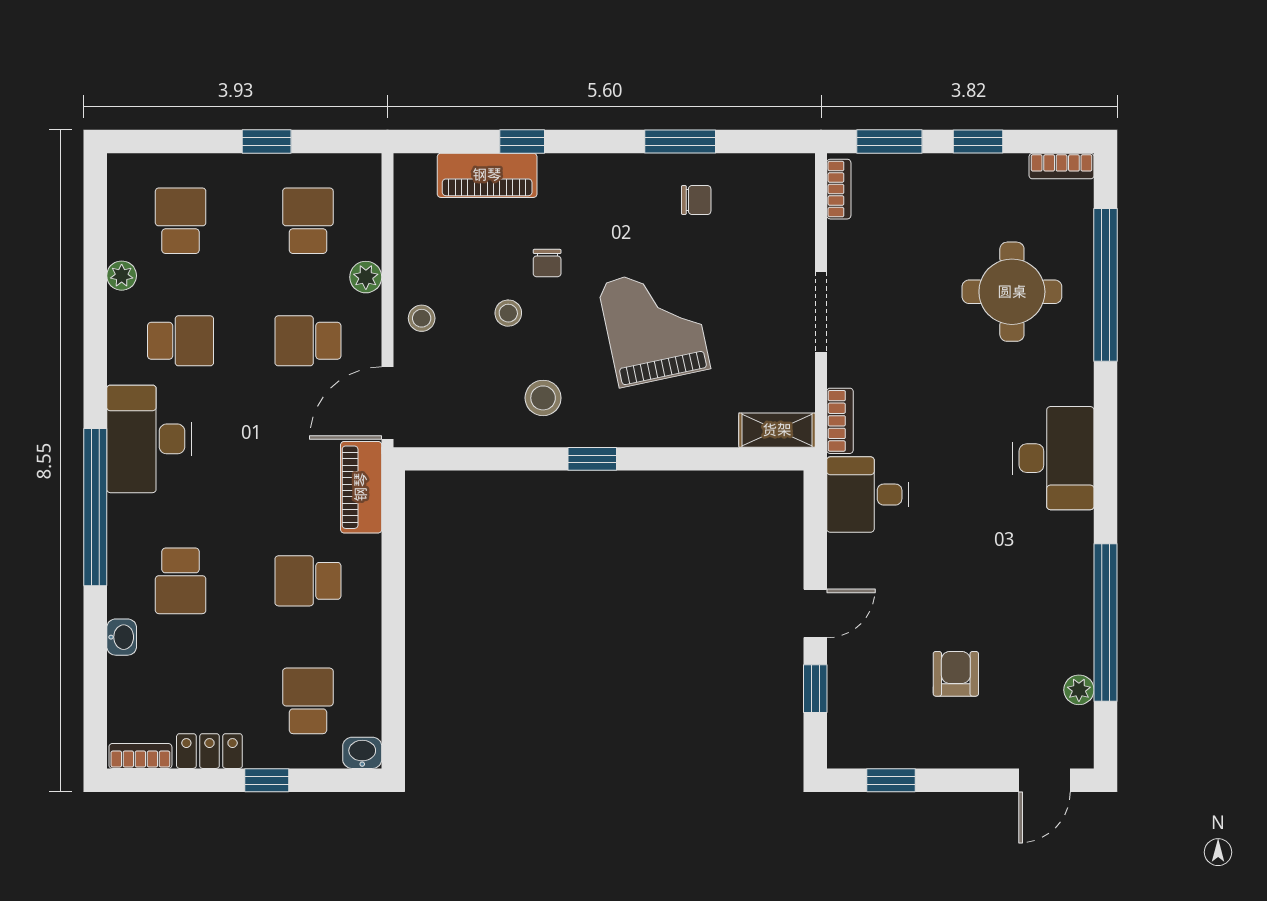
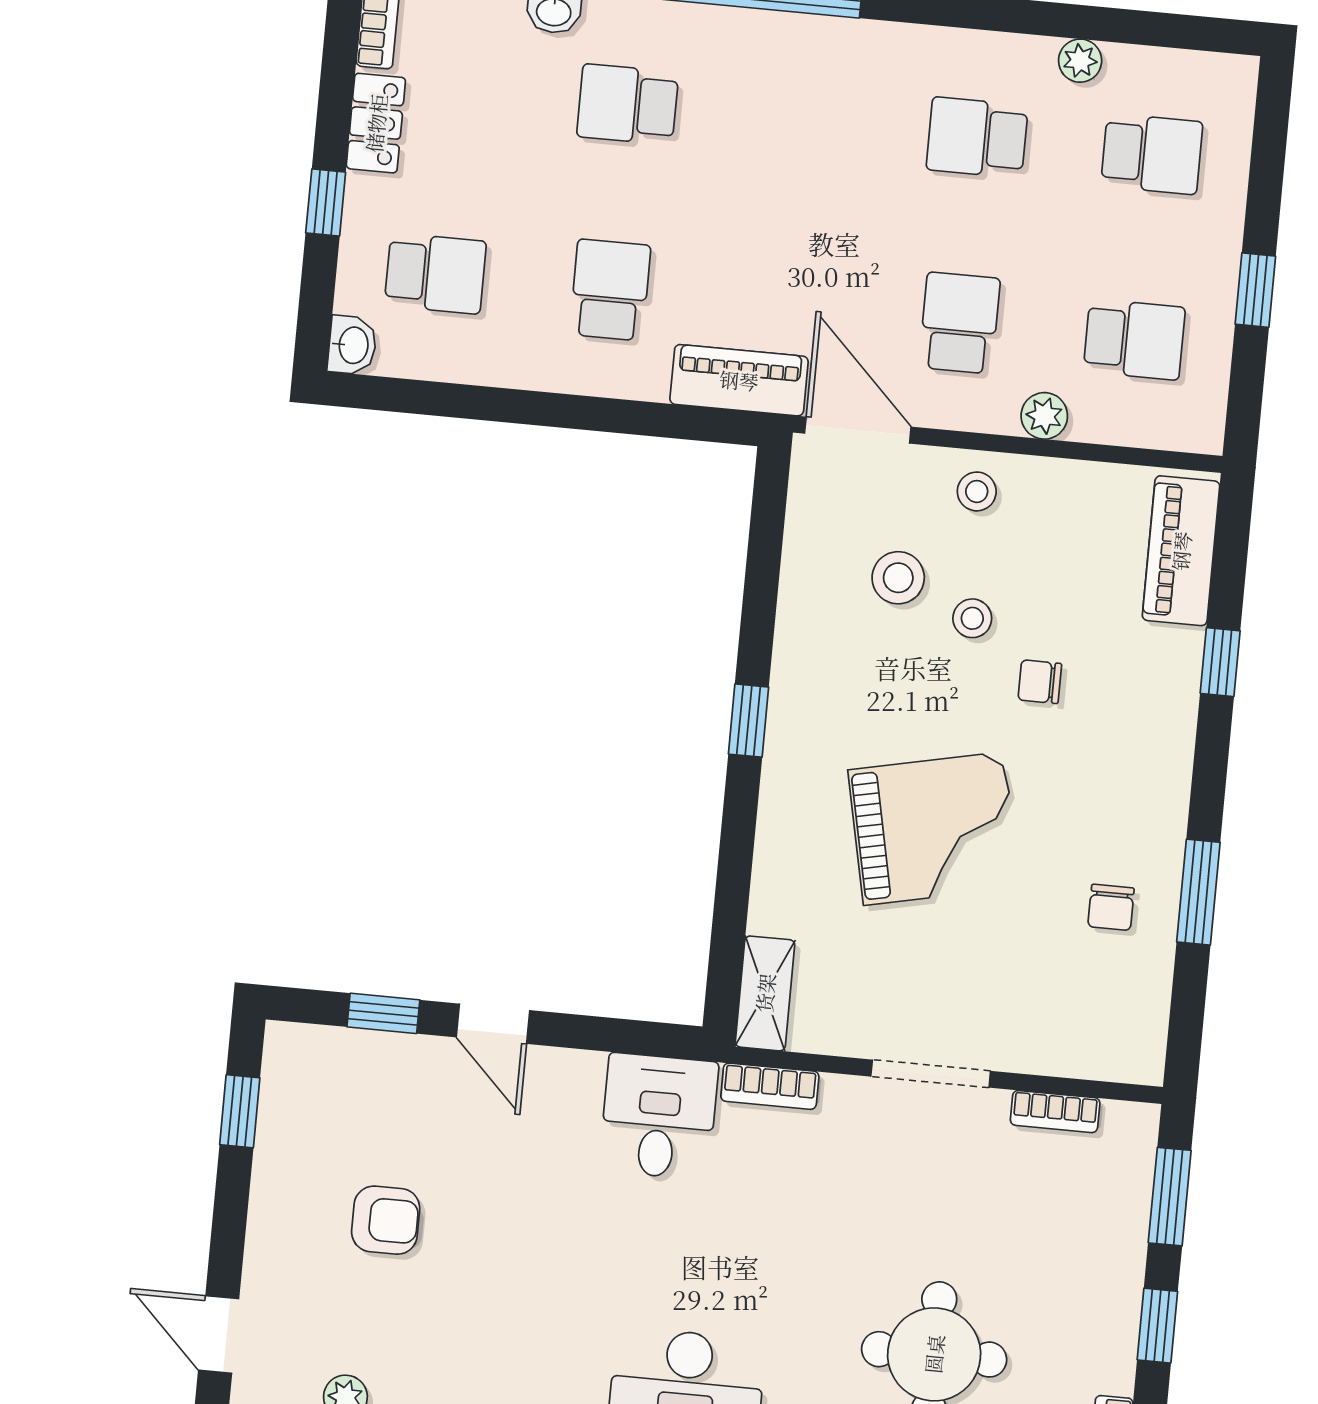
piano: (487, 175) -> (1181, 551), moved
bookcase: (839, 189) -> (1055, 1112), moved
school desk: (181, 341) -> (977, 137), turned 90
stool: (543, 398) -> (898, 578), moved
desk: (149, 439) -> (839, 78), removed

